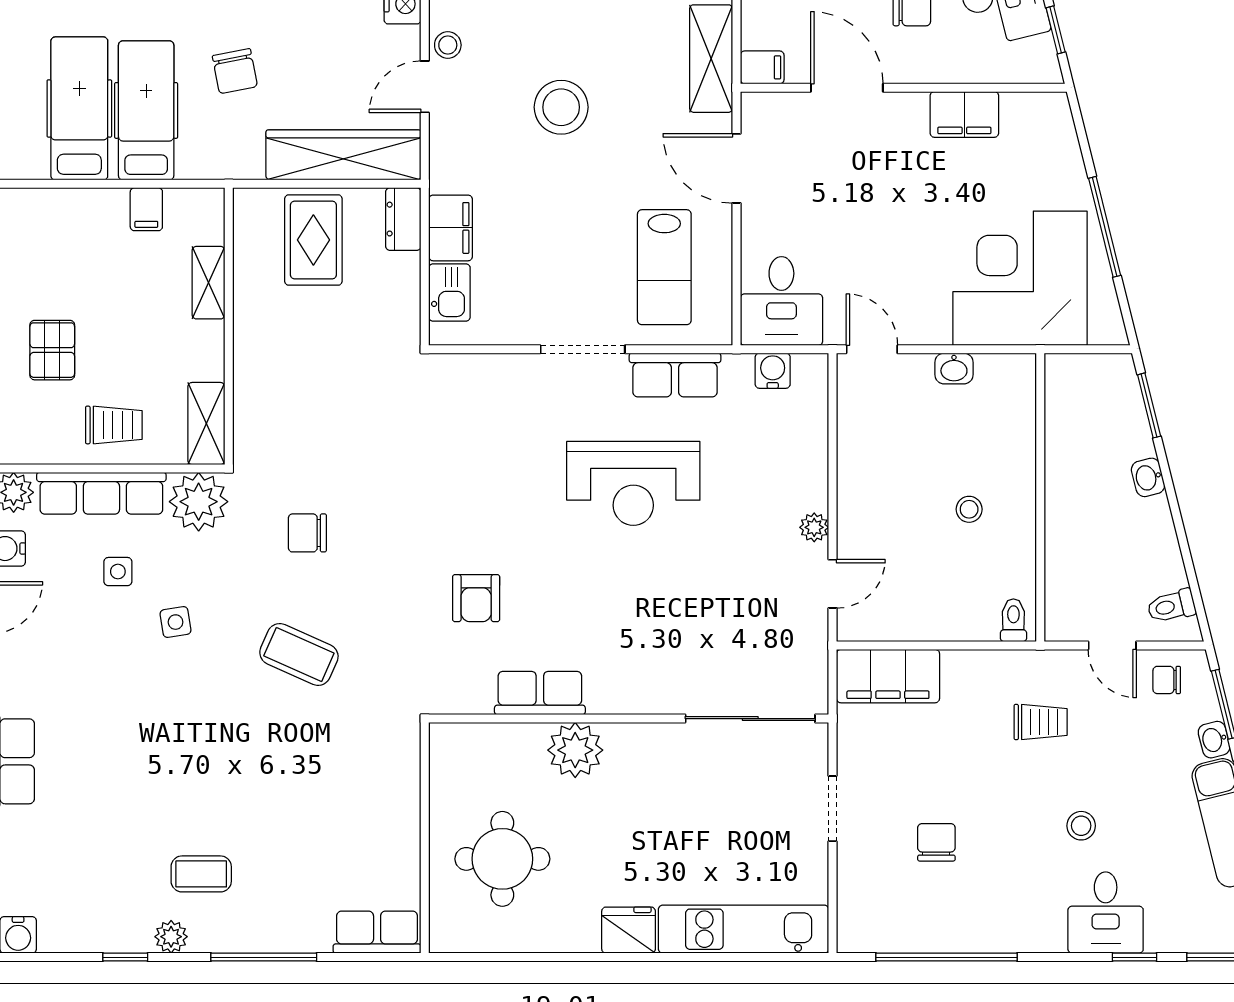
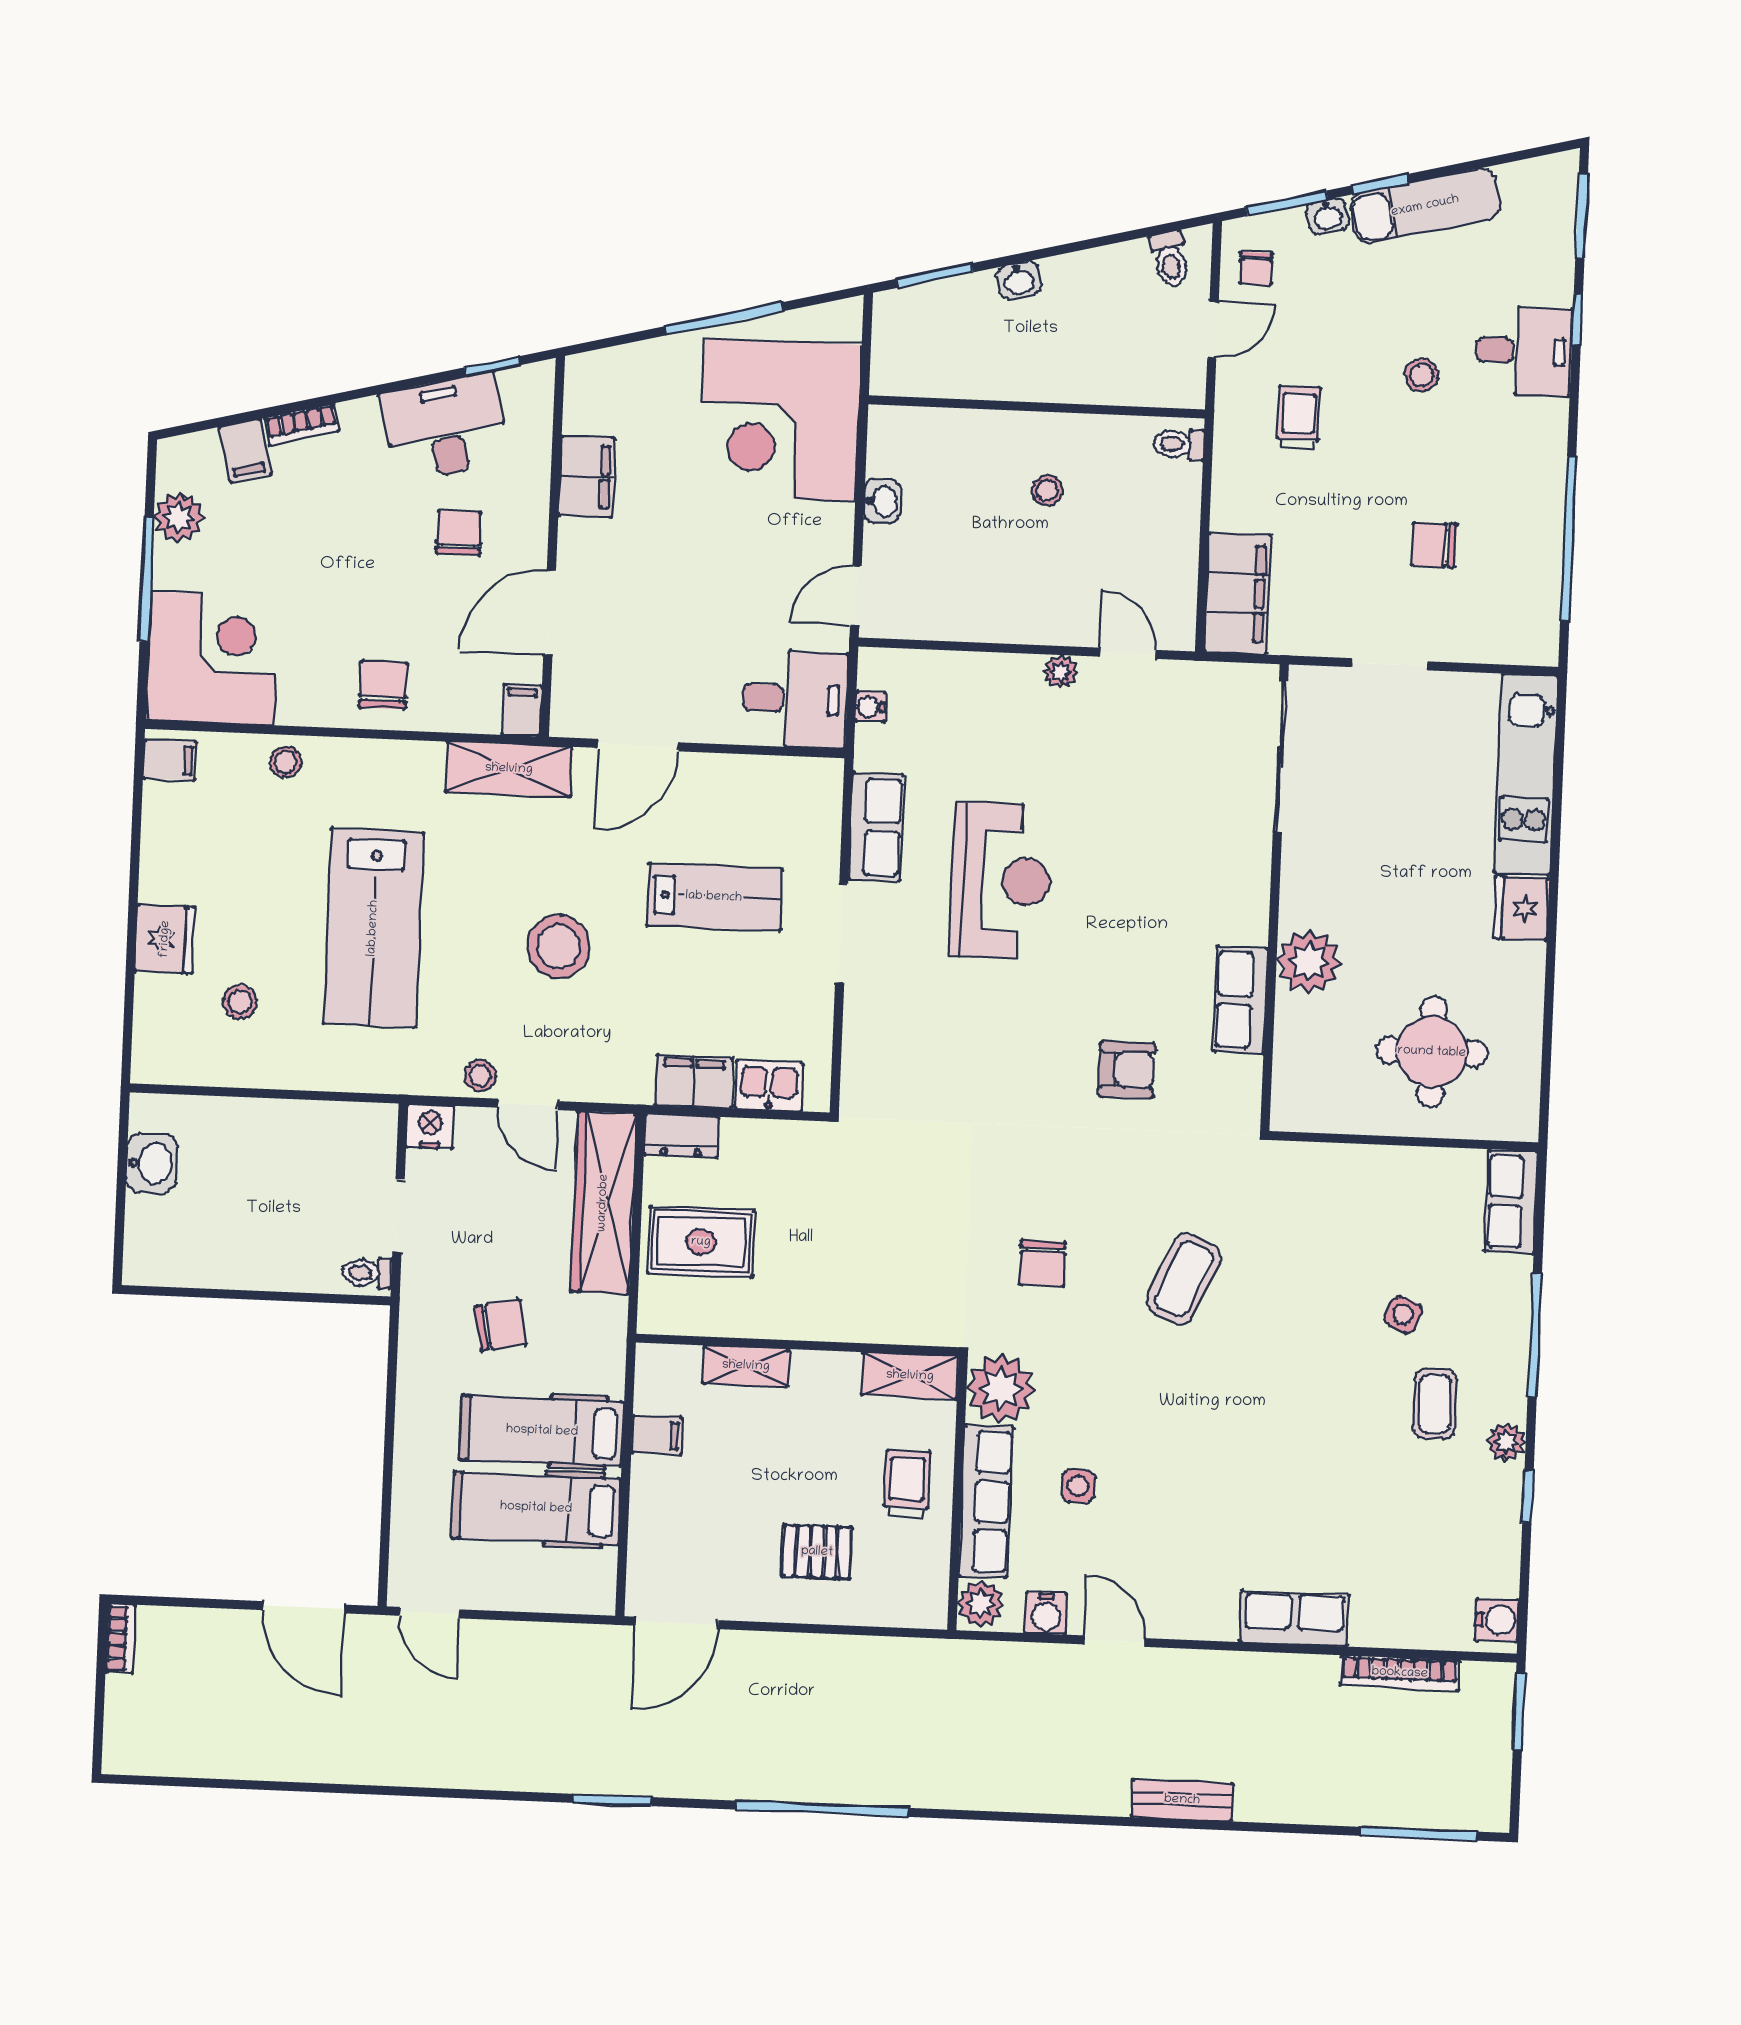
lab bench: (664, 267) -> (714, 897), moved
water cooler: (773, 371) -> (871, 707), width x0.72, depth x0.72
side table: (176, 622) -> (1403, 1315), moved, turned 33

